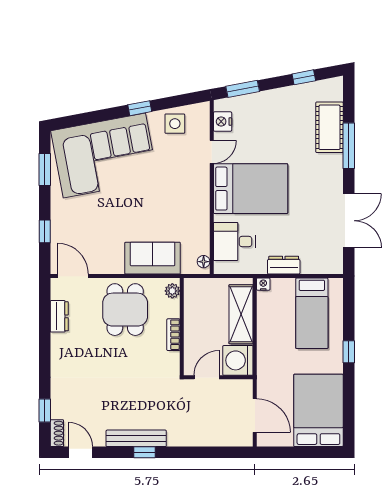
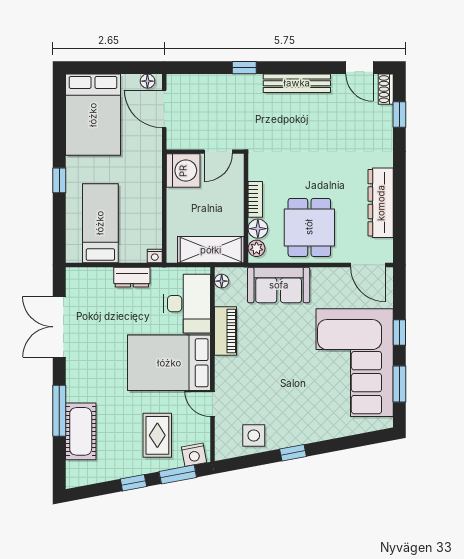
window: (304, 77) -> (133, 483), moved
nightstand: (223, 122) -> (194, 455), moved, turned 79
rug: (261, 124) -> (157, 435), added
door: (212, 152) -> (212, 404), hinge flipped
corner sofa: (104, 156) -> (355, 363), moved, turned -79
piano: (200, 217) -> (225, 331), added
window: (45, 231) -> (399, 332), moved
desk: (234, 242) -> (187, 304), width x1.37
floor lamp: (171, 308) -> (258, 229), added
shelving: (241, 314) -> (211, 250), moved, turned 90
dresser: (59, 316) -> (381, 203), width x1.96, depth x1.24
floor lamp: (270, 440) -> (147, 81), added
window: (144, 452) -> (244, 68), moved

